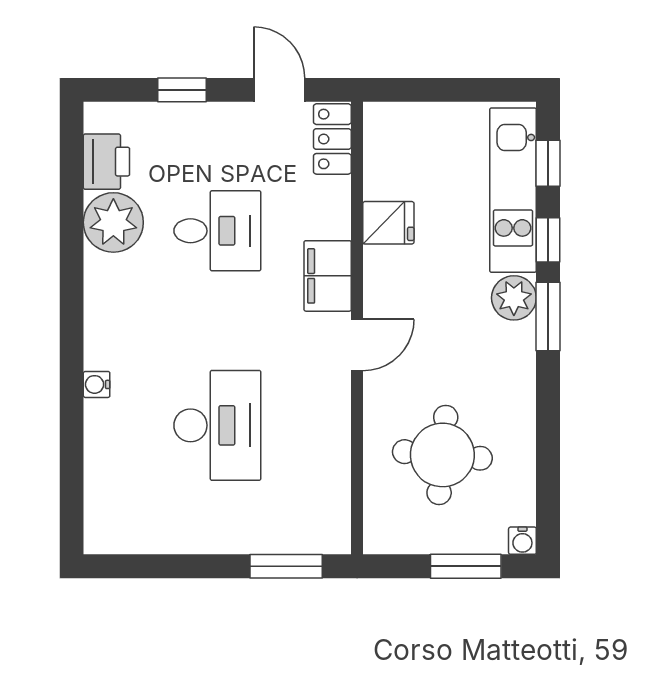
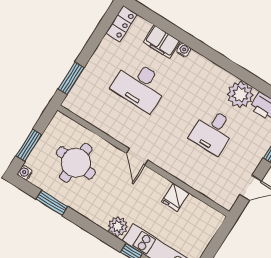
locker: (332, 139) -> (121, 24), moved, turned 90
filing cabinet: (328, 276) -> (162, 42), moved, turned 180
window: (548, 317) -> (52, 203), moved

